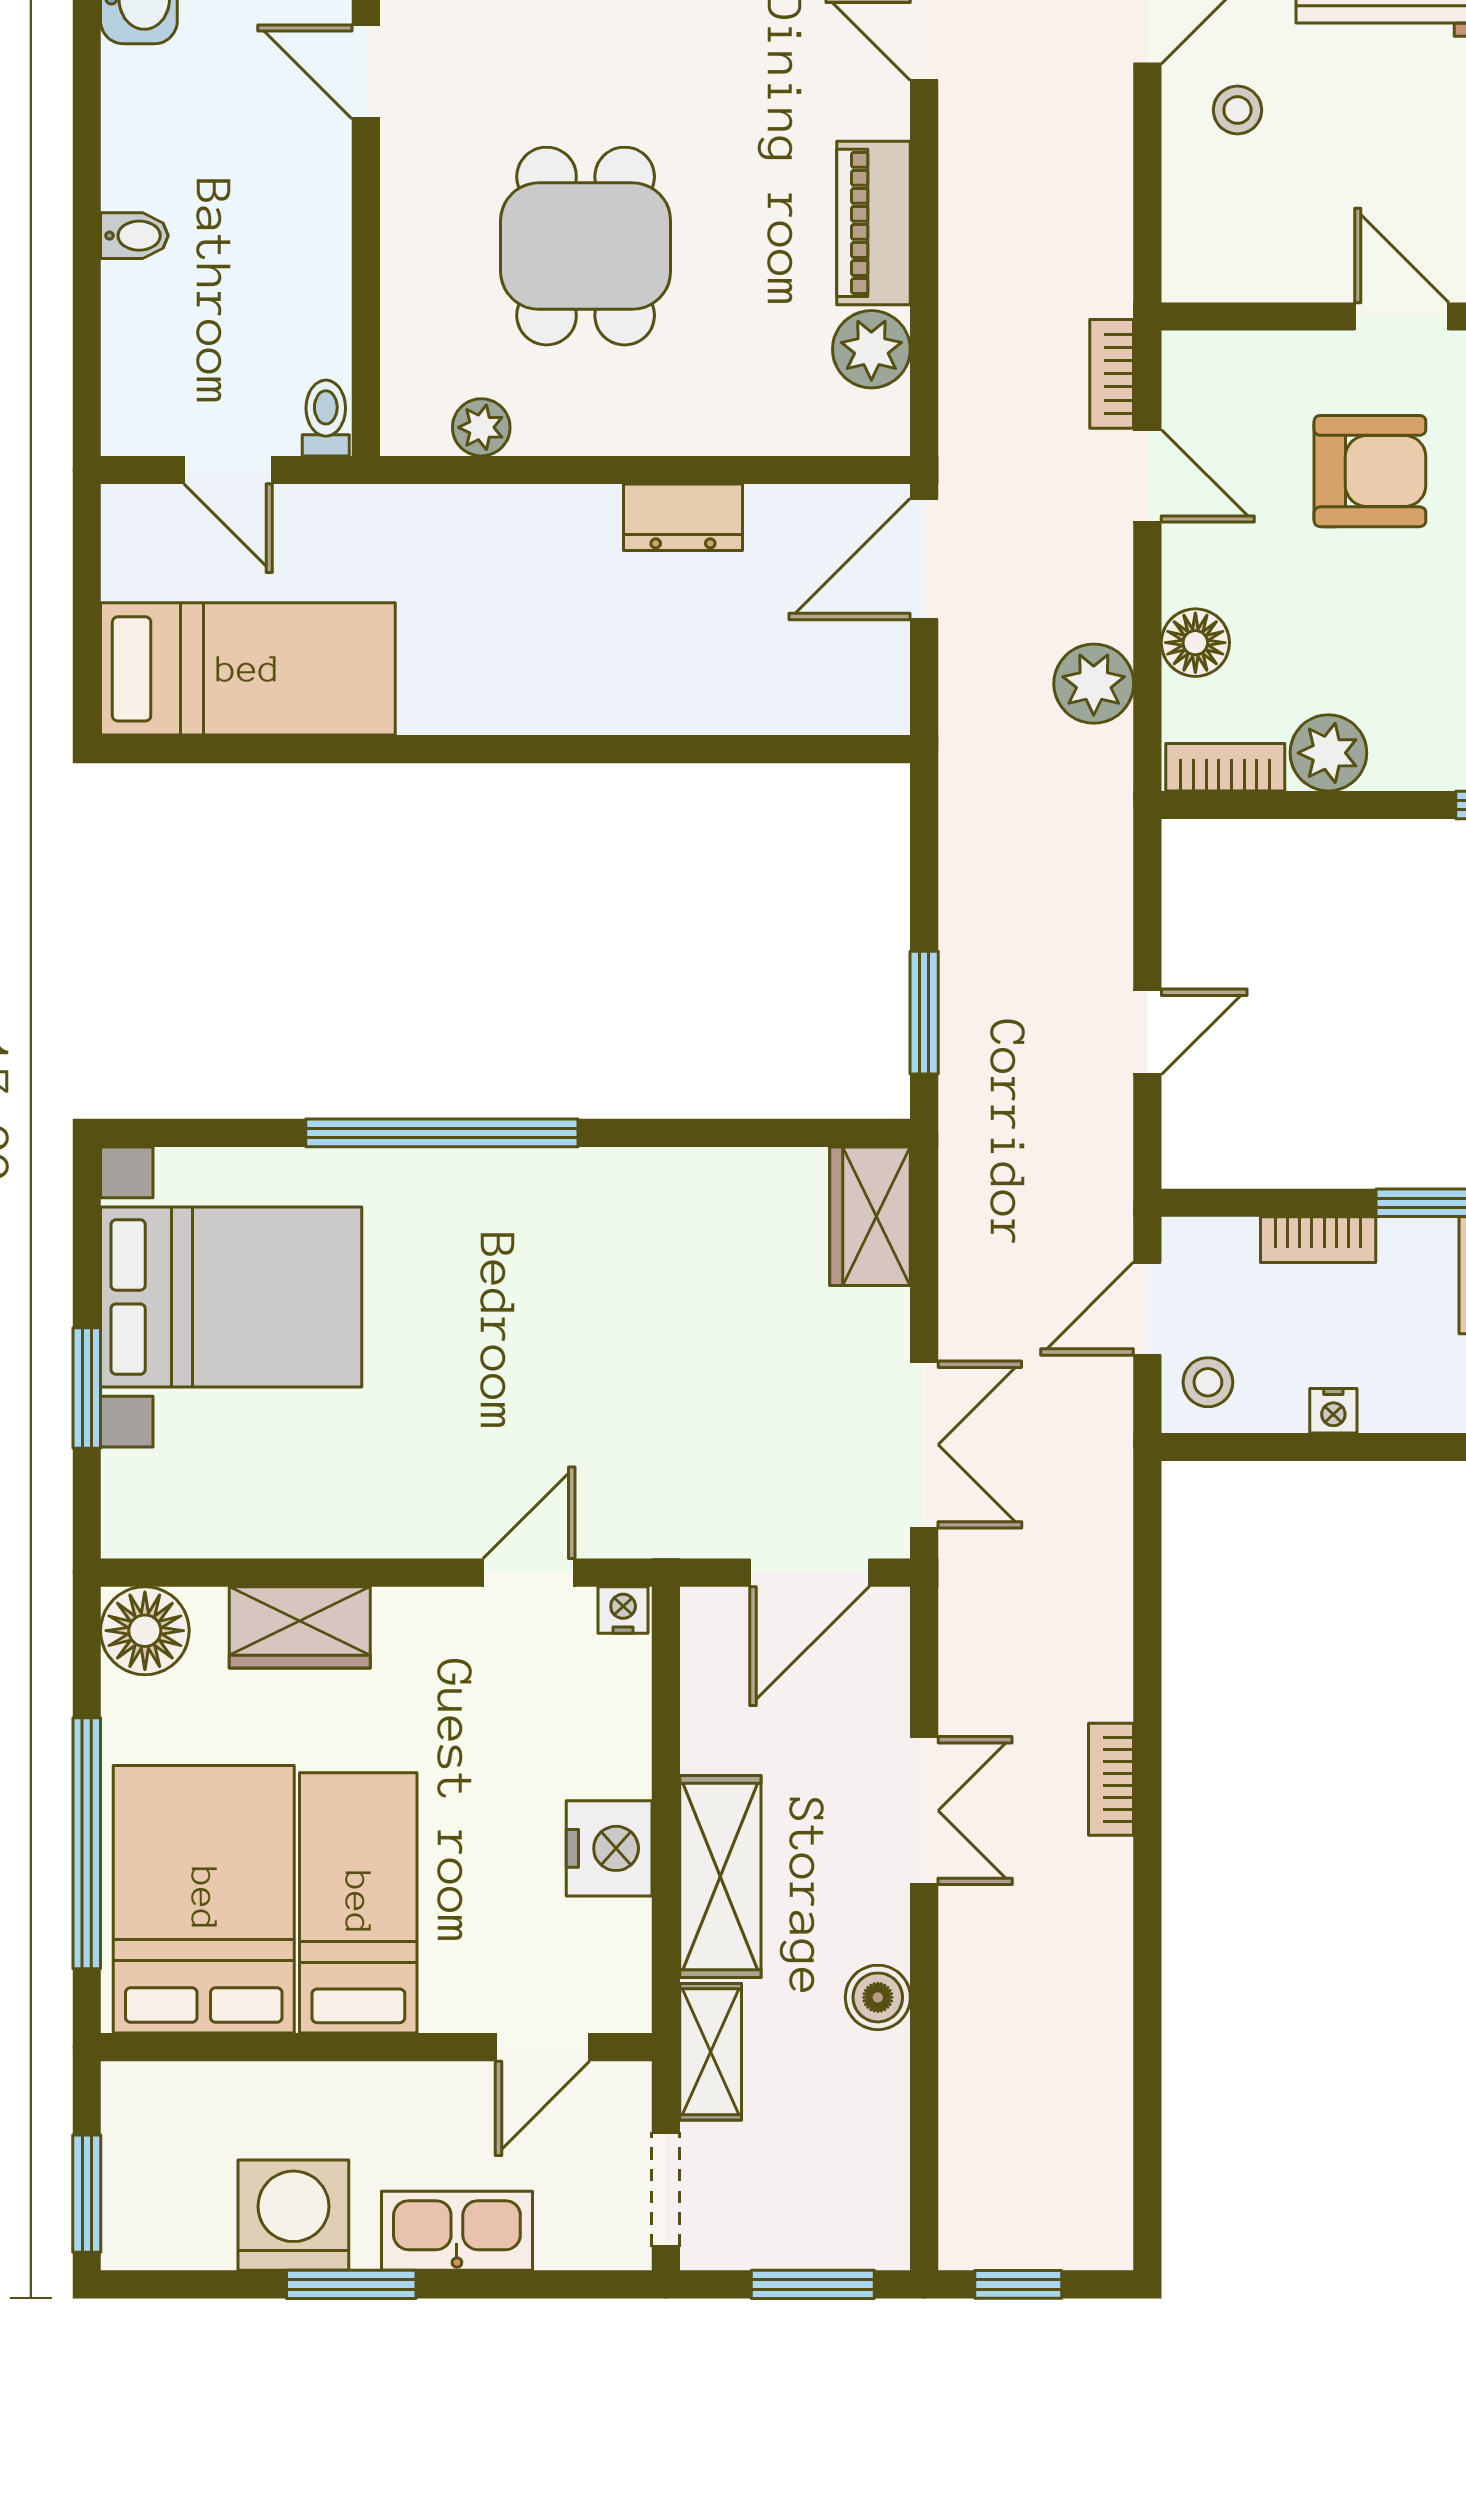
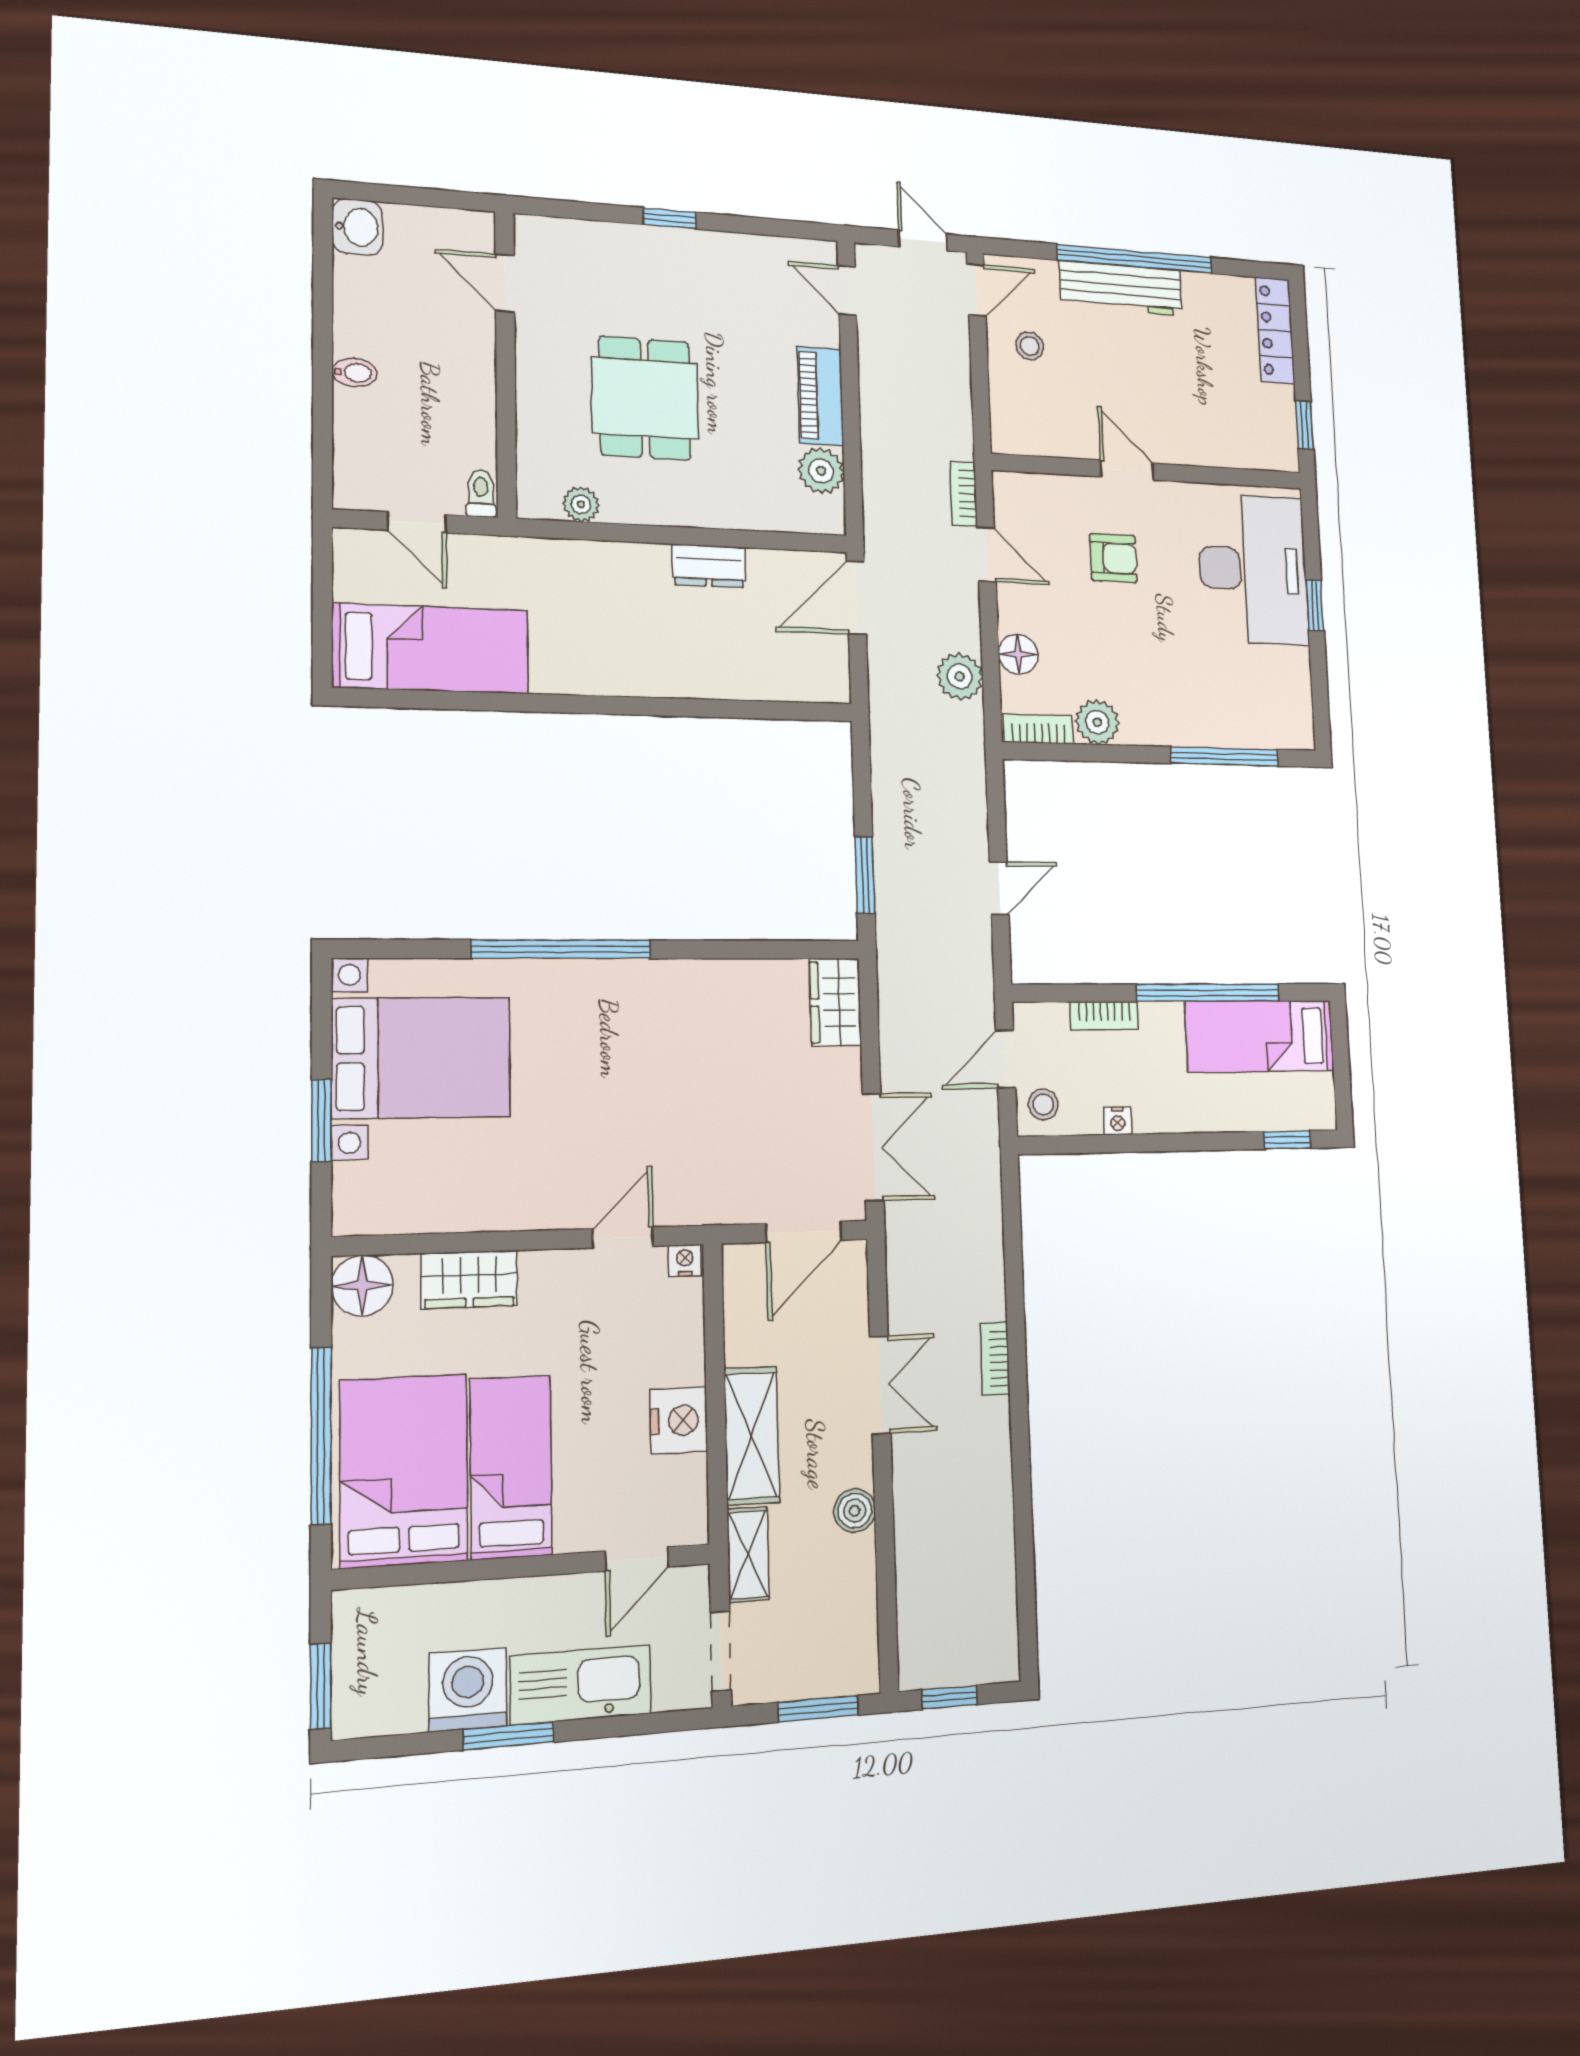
armchair: (1370, 471) -> (1113, 558), width x0.72, depth x0.72
kitchen sink: (457, 2231) -> (581, 1685), width x1.36, depth x1.24

